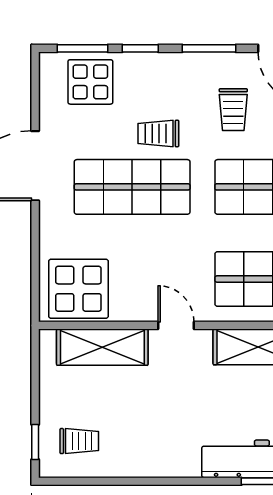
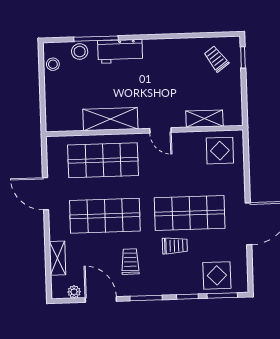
display table: (78, 289) -> (220, 151), width x0.73, depth x0.73
shelving: (102, 347) -> (204, 119), width x0.67, depth x0.75
trolley: (79, 441) -> (216, 59), turned 54

